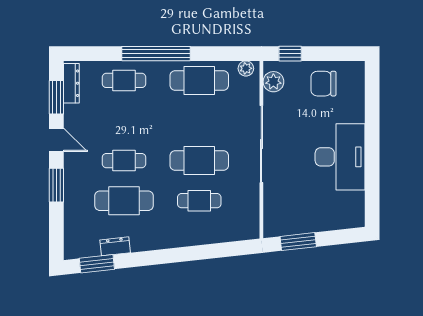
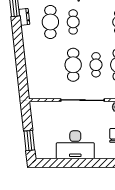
cafe table: (199, 201) -> (96, 65), moved
window: (298, 242) -> (29, 141), moved

